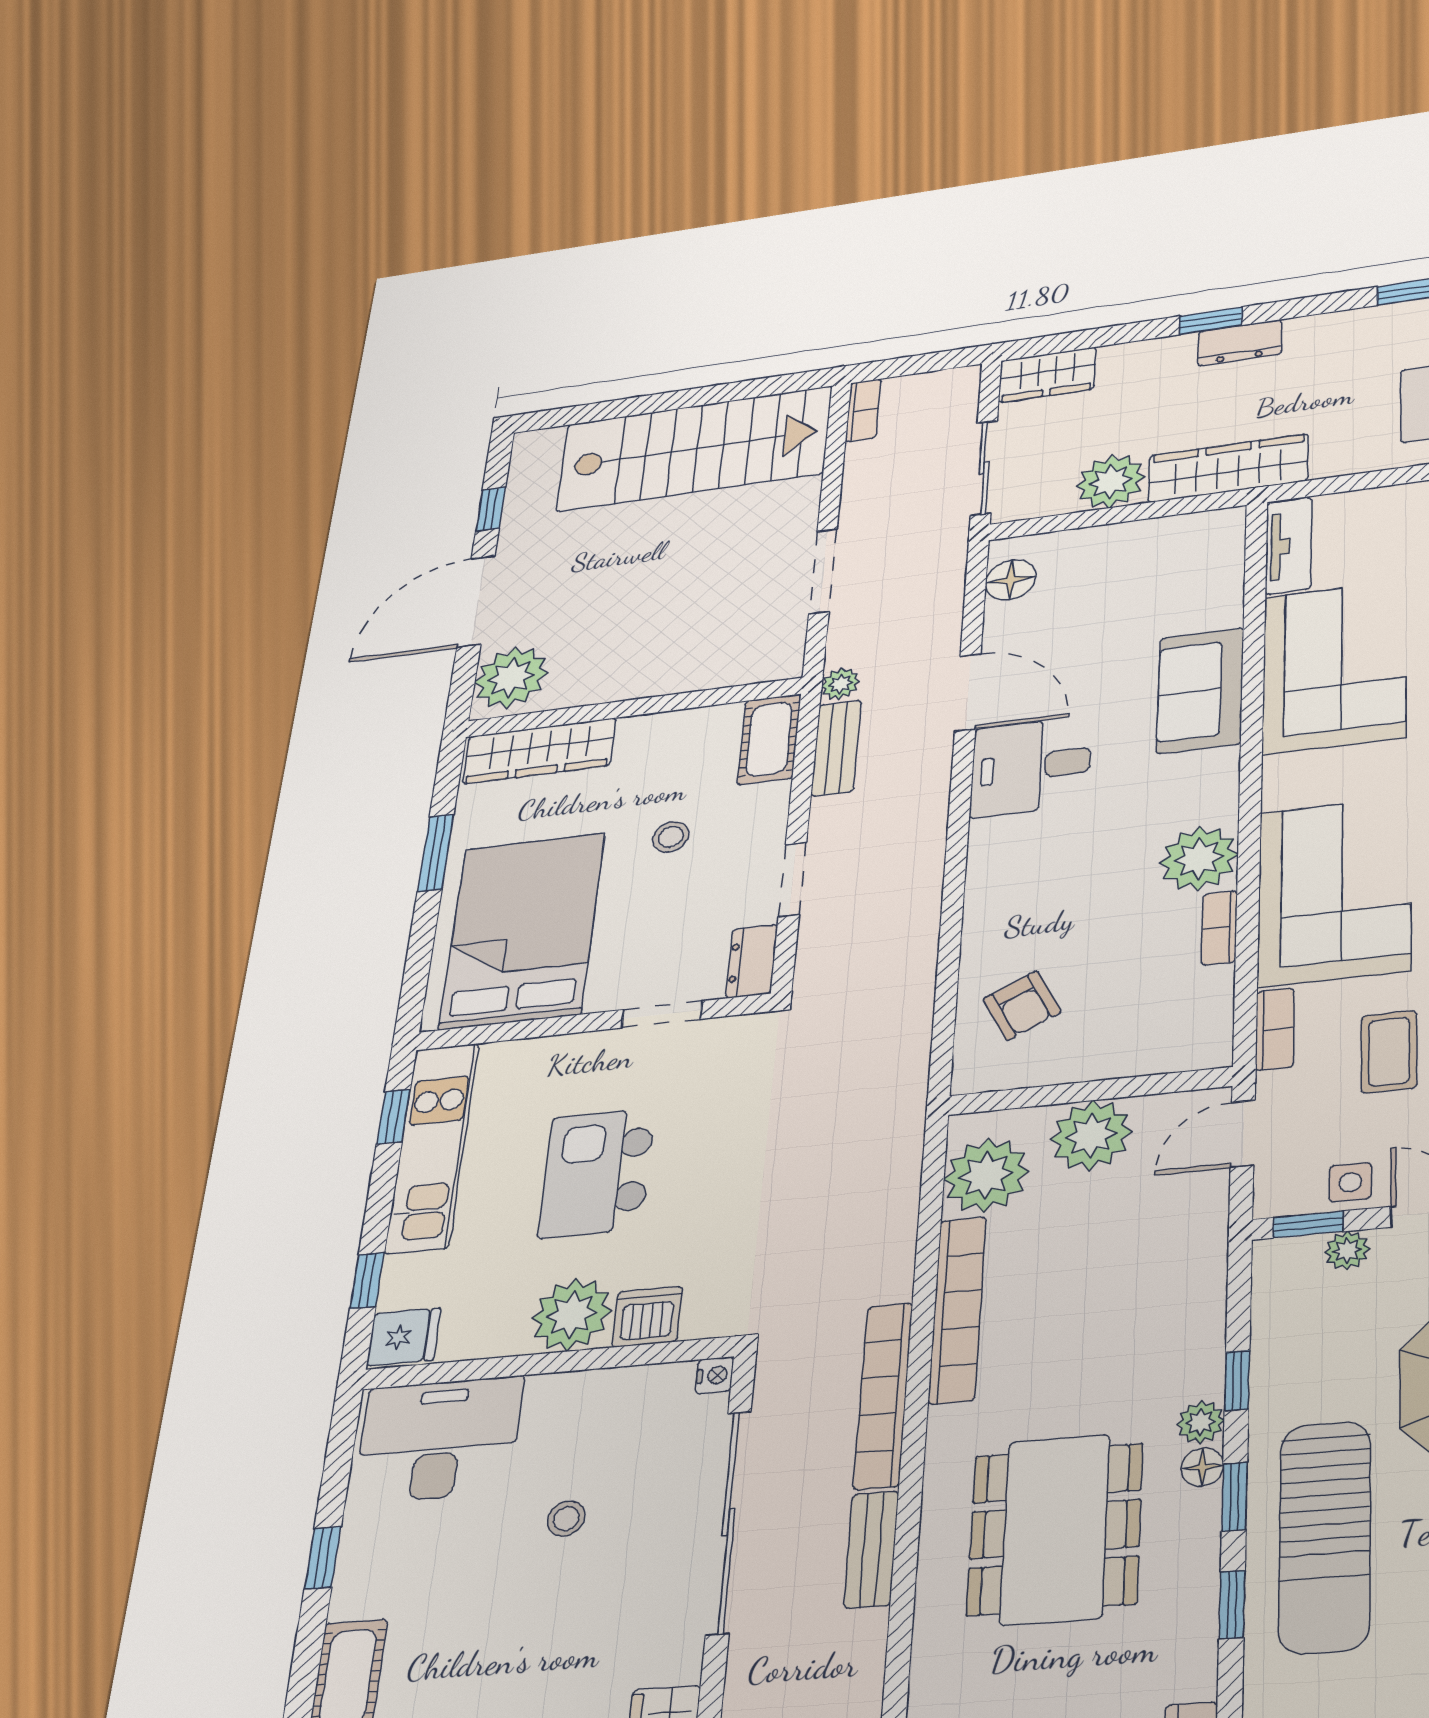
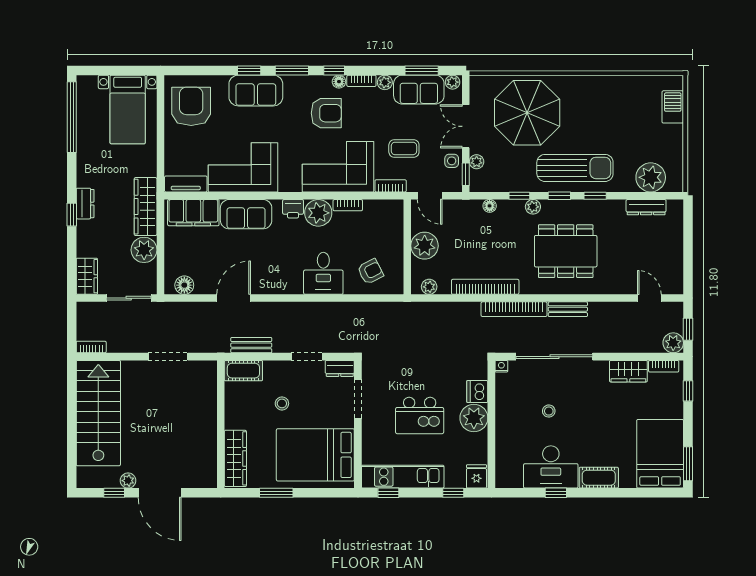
filing cabinet: (1208, 573) -> (193, 213), added
plant: (511, 678) -> (128, 481), moved, width x0.53, depth x0.53
plant: (840, 684) -> (222, 346), removed
desk: (1031, 767) -> (323, 273), moved
printer: (1213, 797) -> (293, 209), added
doorway: (662, 1014) -> (358, 399), width x1.38
plant: (986, 1175) -> (429, 287), width x0.53, depth x0.53
desk: (439, 1440) -> (551, 467), moved, turned -90
floor lamp: (1202, 1467) -> (490, 206), moved

